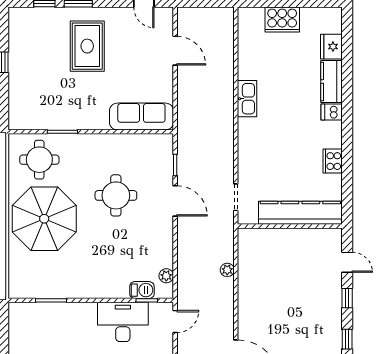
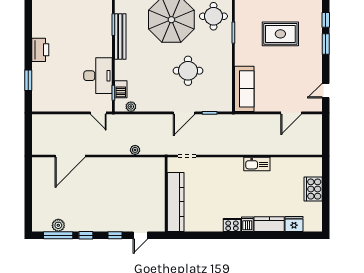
rug: (87, 46) -> (280, 34), moved
cooker: (333, 161) -> (232, 225), moved
bench: (68, 291) -> (120, 36), added

